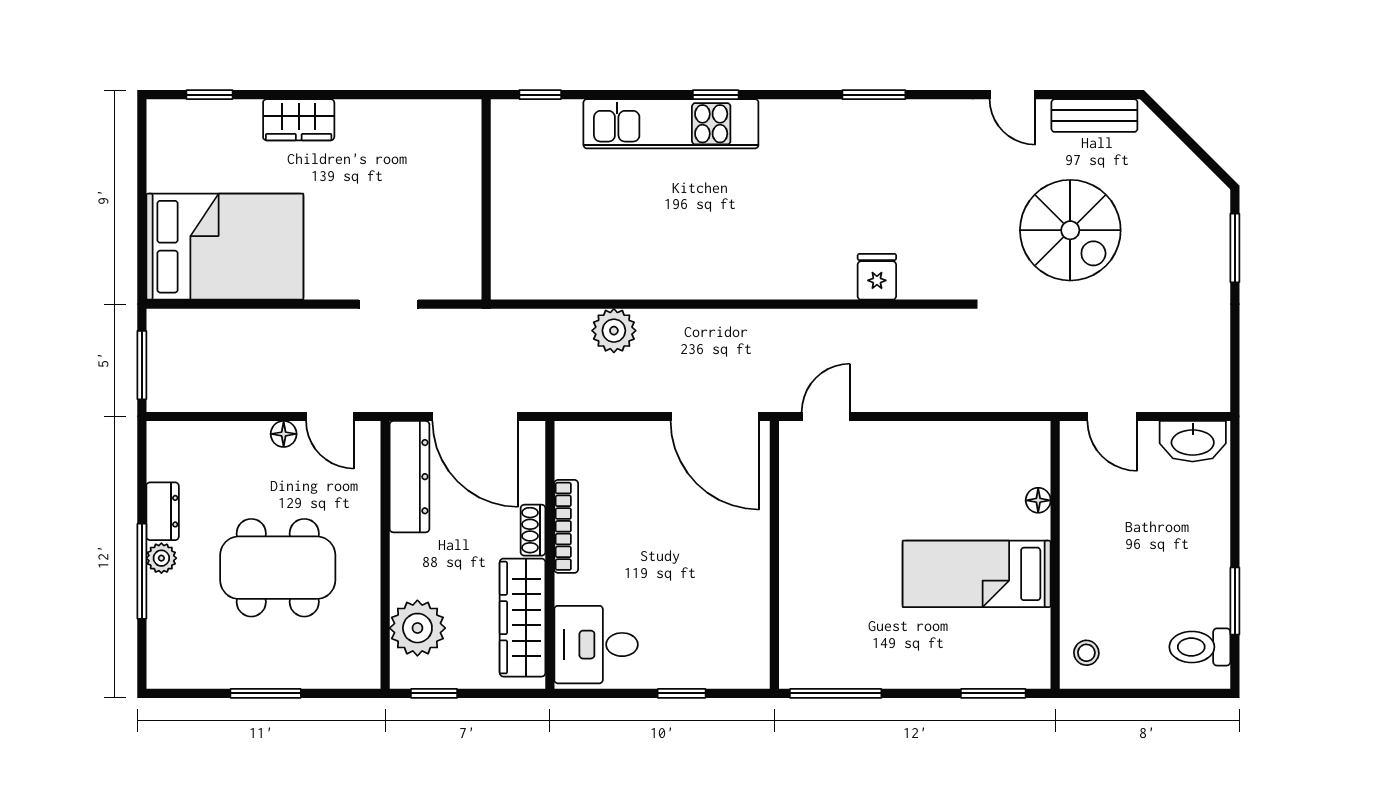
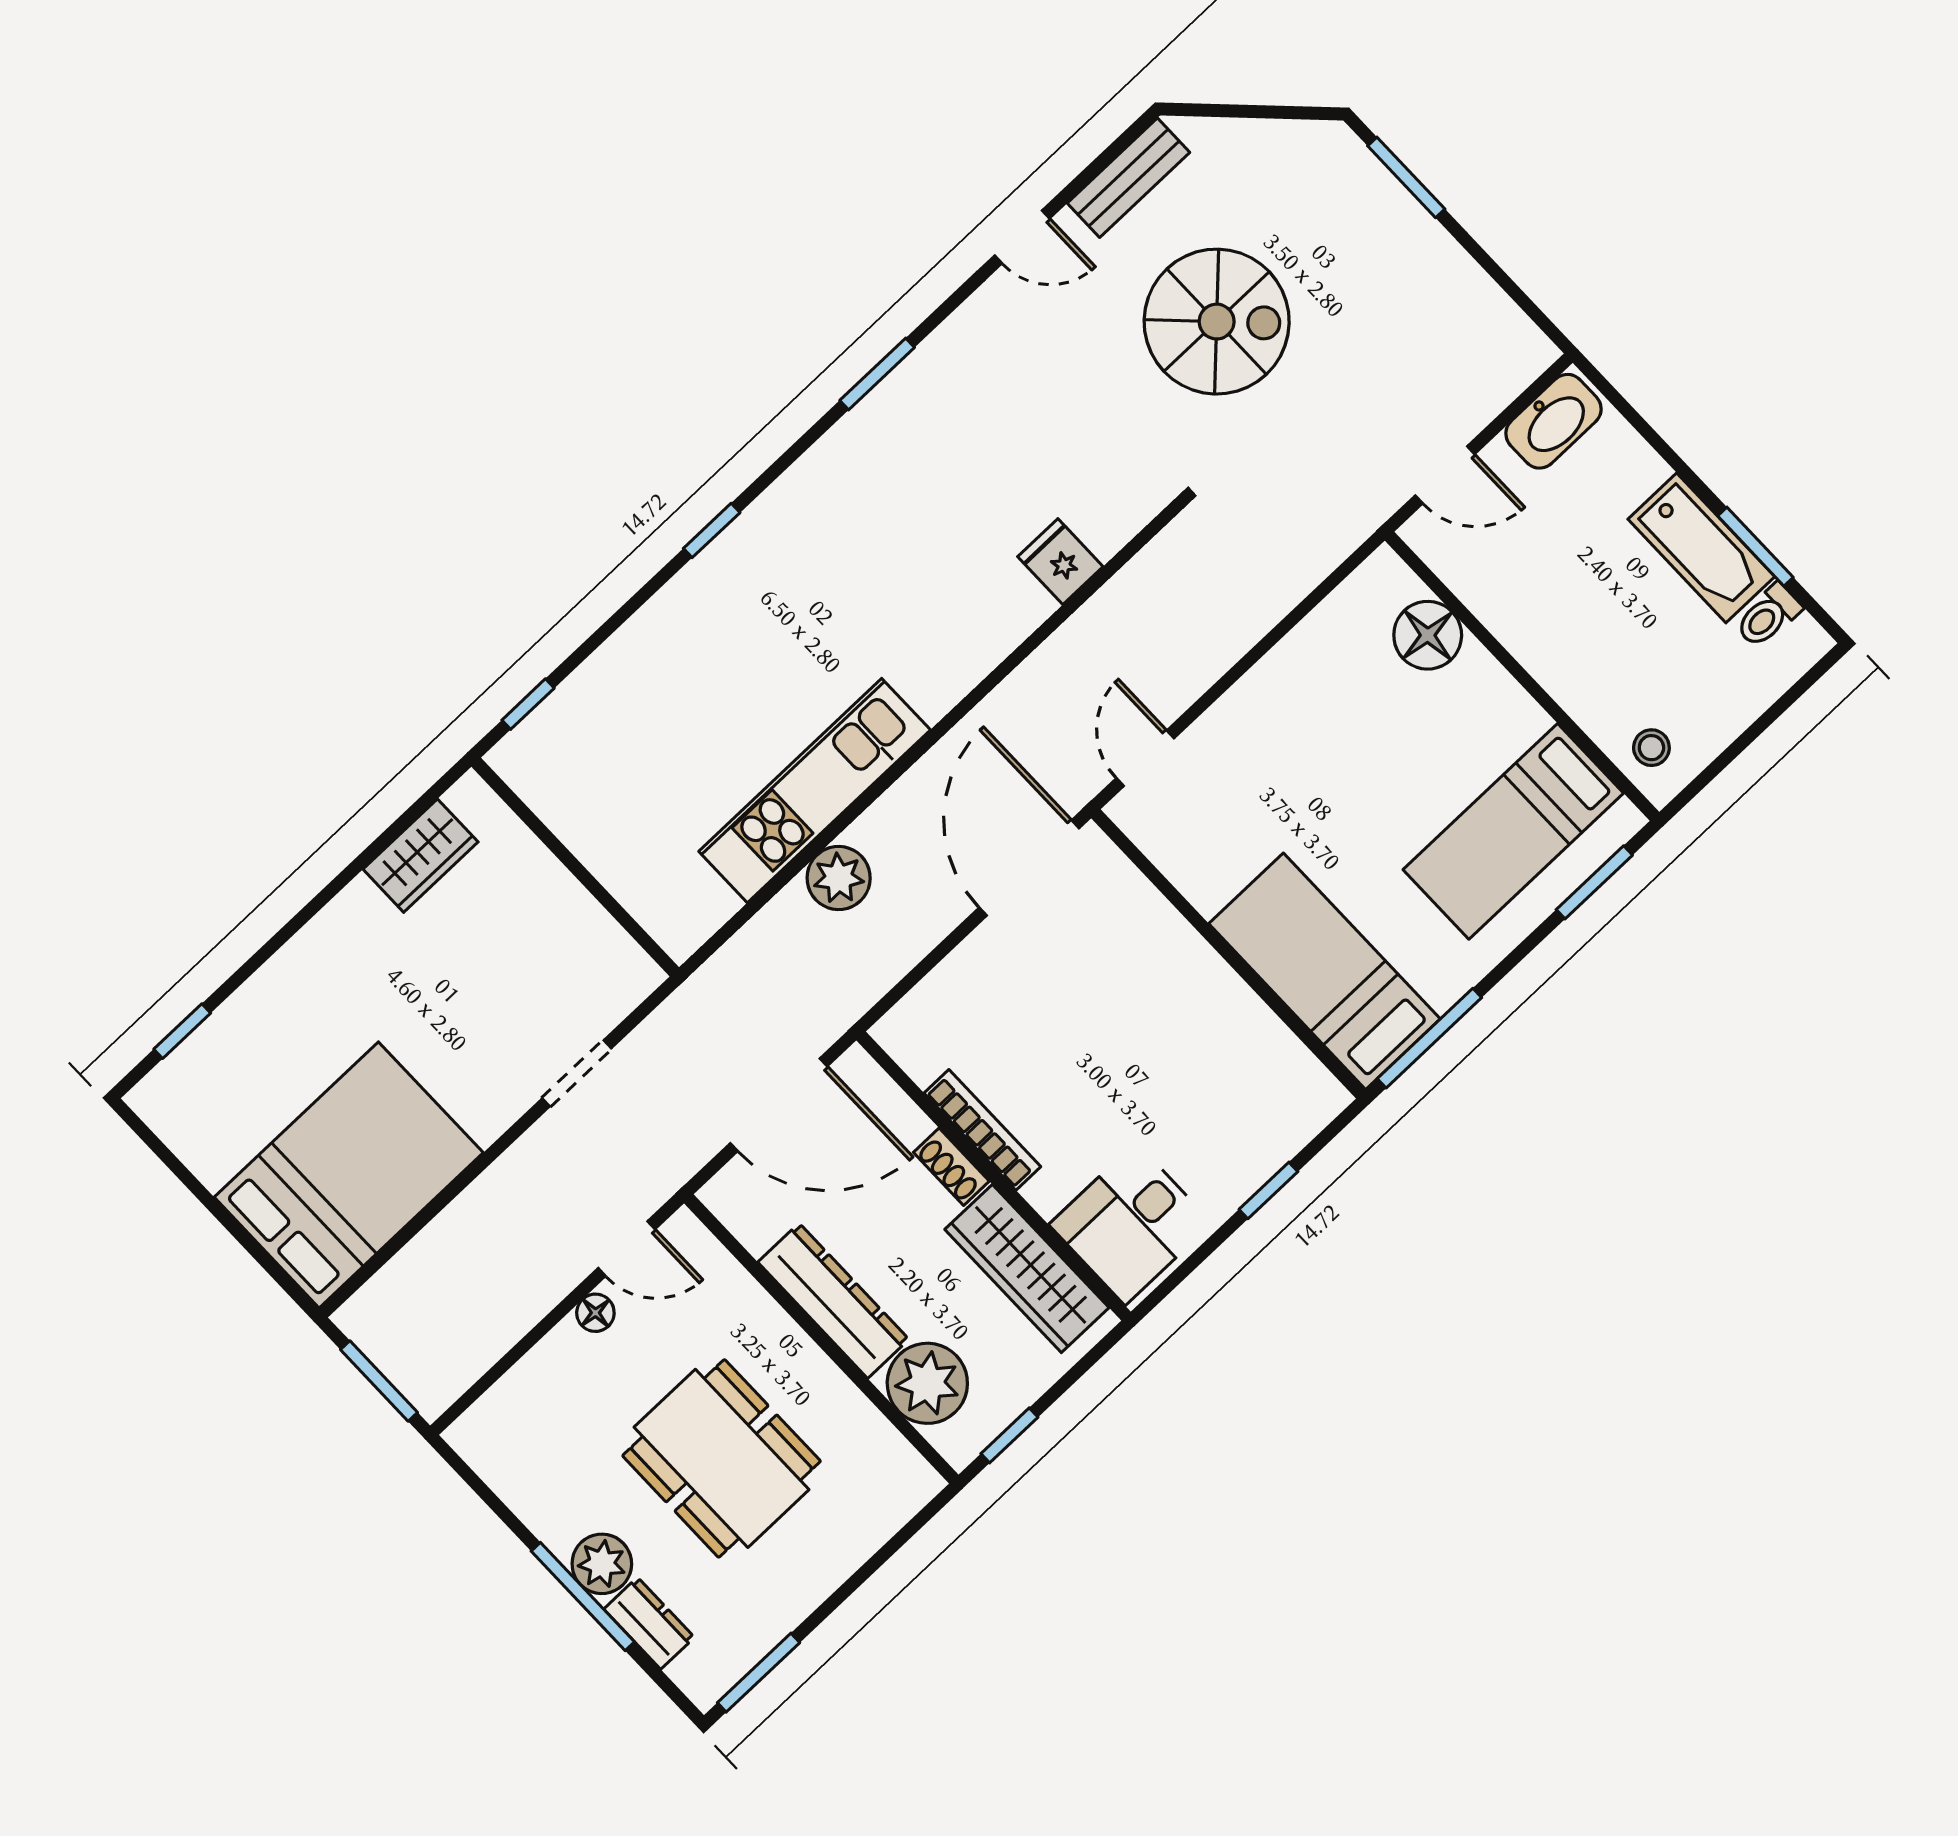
wardrobe: (299, 120) -> (421, 856), moved
kitchen unit: (671, 124) -> (815, 791), moved, turned 180
door: (715, 416) -> (1029, 868), swing flipped
dresser: (409, 477) -> (833, 1301), moved
floor lamp: (1038, 500) -> (1428, 635), width x1.89, depth x1.89
dresser: (163, 511) -> (649, 1623), moved
plant: (161, 558) -> (602, 1564), width x1.38, depth x1.38
dining table: (278, 568) -> (722, 1458), turned 90
bed: (977, 574) -> (1513, 831), moved
bathtub: (1207, 576) -> (1701, 548), added
bed: (815, 610) -> (1325, 971), added
toilet: (1200, 647) -> (1768, 616), width x0.73, depth x0.72
window: (266, 693) -> (759, 1673), moved

